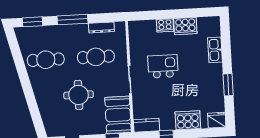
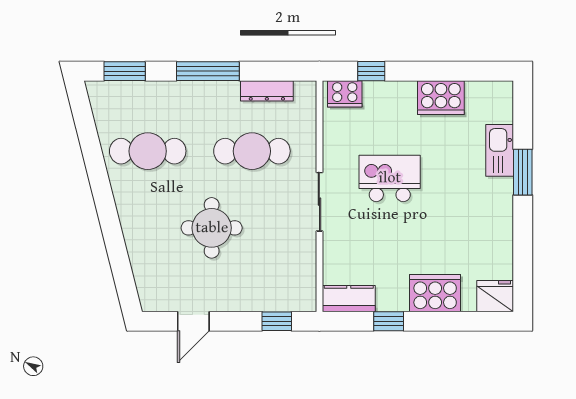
window: (151, 15) -> (371, 71), added
cooker: (165, 25) -> (345, 94), moved
window: (228, 85) -> (523, 172), moved
booth: (118, 115) -> (291, 274), removed

